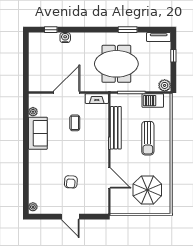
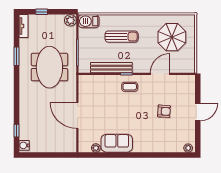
water cooler: (65, 38) -> (24, 145), moved
fireplace: (97, 99) -> (83, 86), removed
barbecue: (153, 101) -> (89, 21), moved, turned 90
coffee table: (75, 123) -> (130, 87), moved

